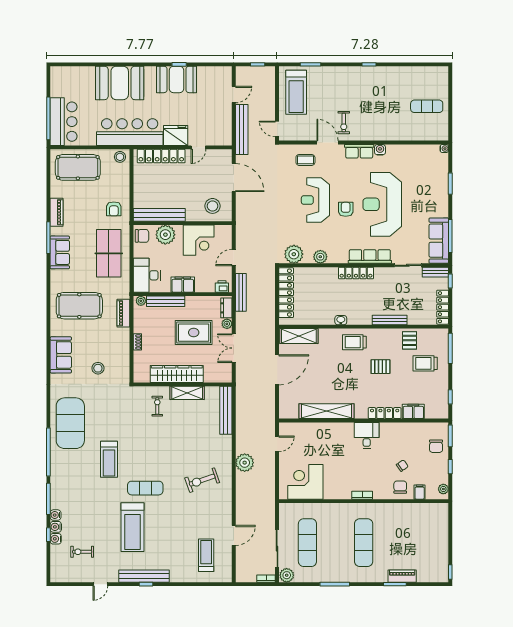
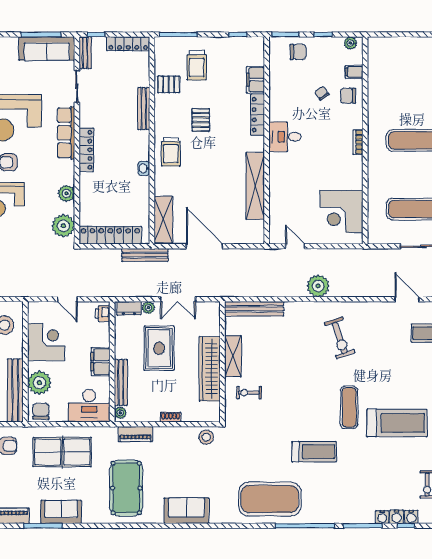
bench: (241, 292) -> (145, 255), moved
stool: (98, 368) -> (206, 437), moved

